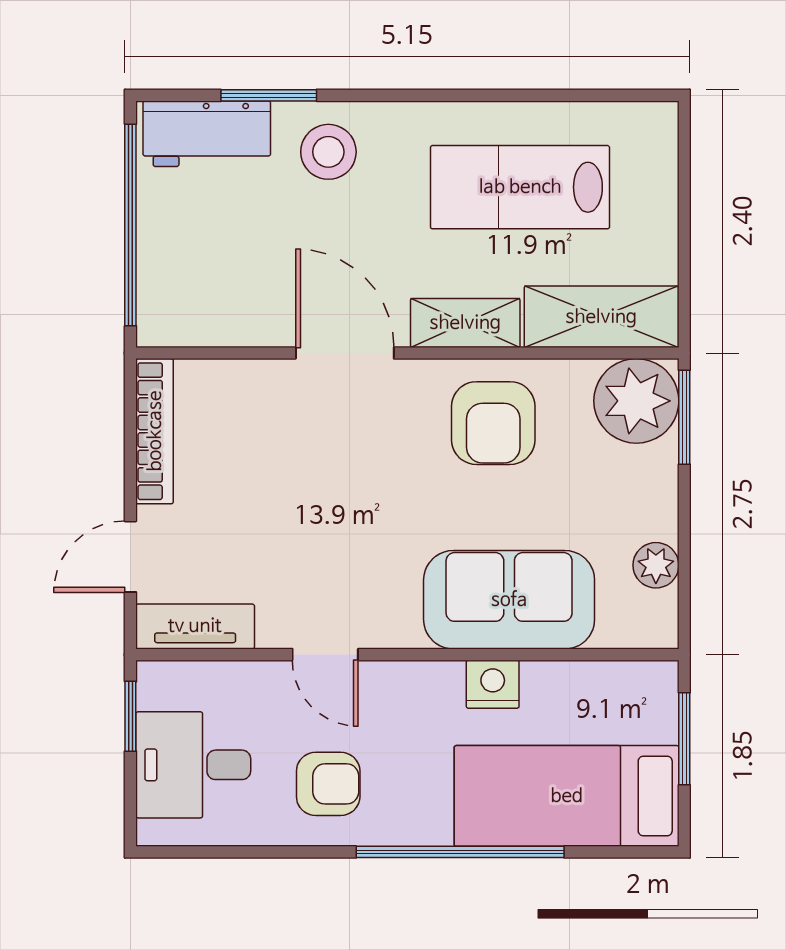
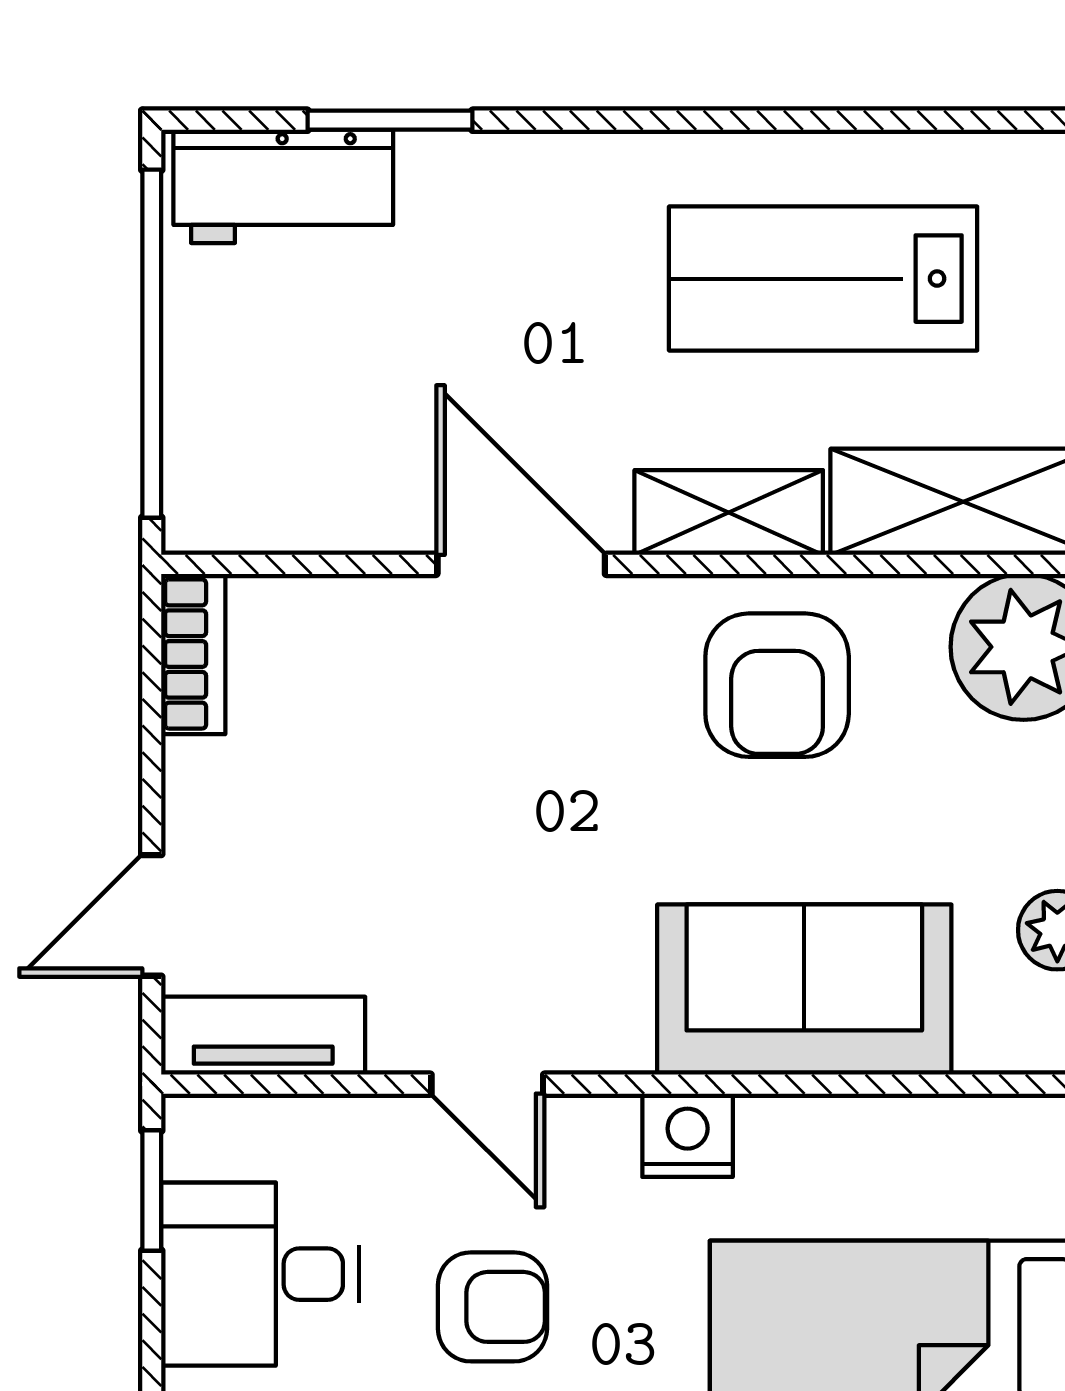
stool: (328, 152) -> (493, 218), removed
bookcase: (155, 431) -> (193, 654), width x0.64
nightstand: (493, 684) -> (688, 1135), moved

